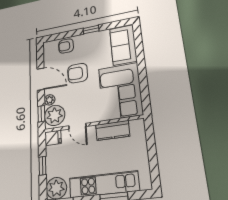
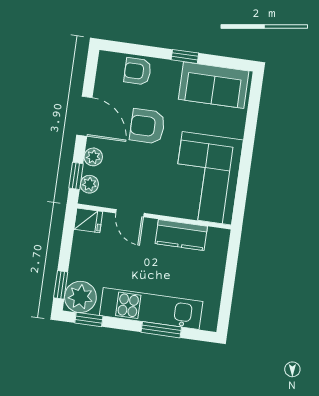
sofa: (123, 45) -> (214, 85), moved, turned -90
plant: (55, 115) -> (89, 184), width x0.53, depth x0.53
window: (42, 166) -> (61, 285), moved

